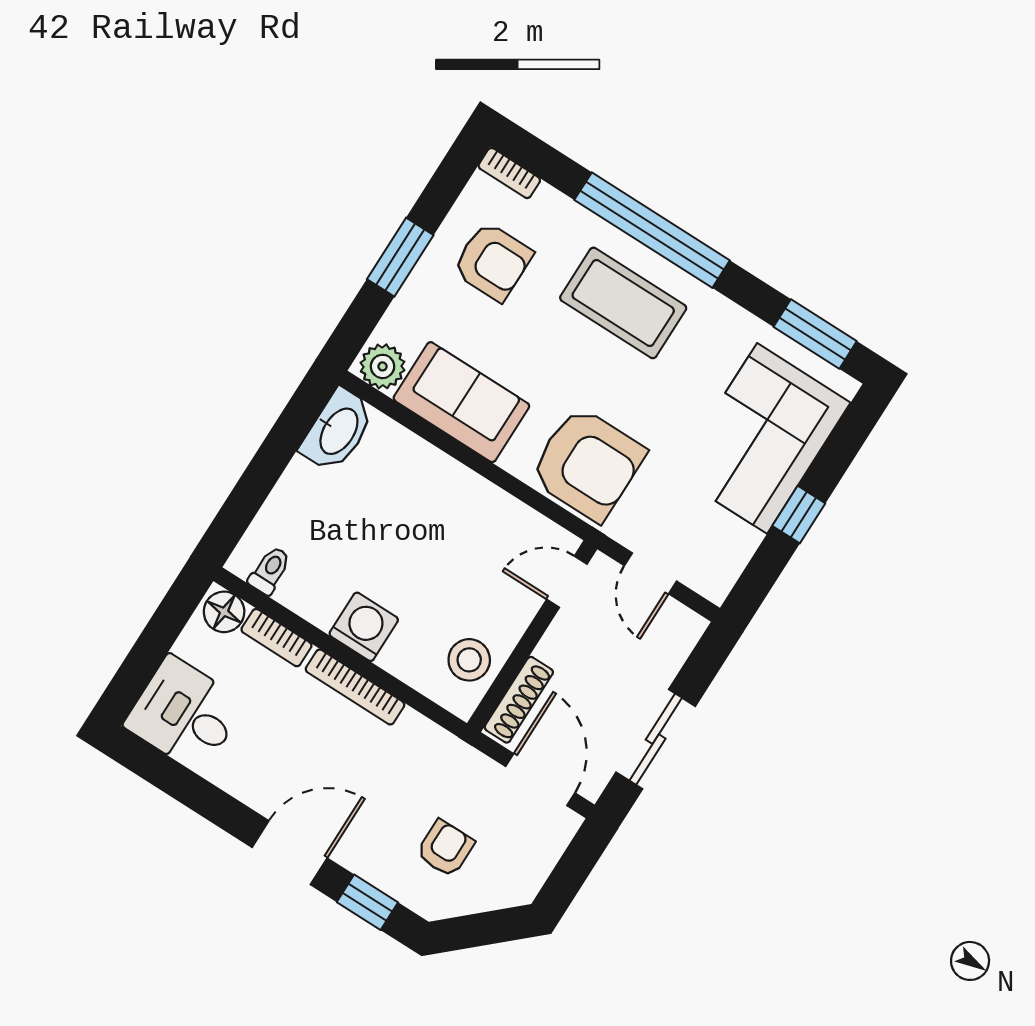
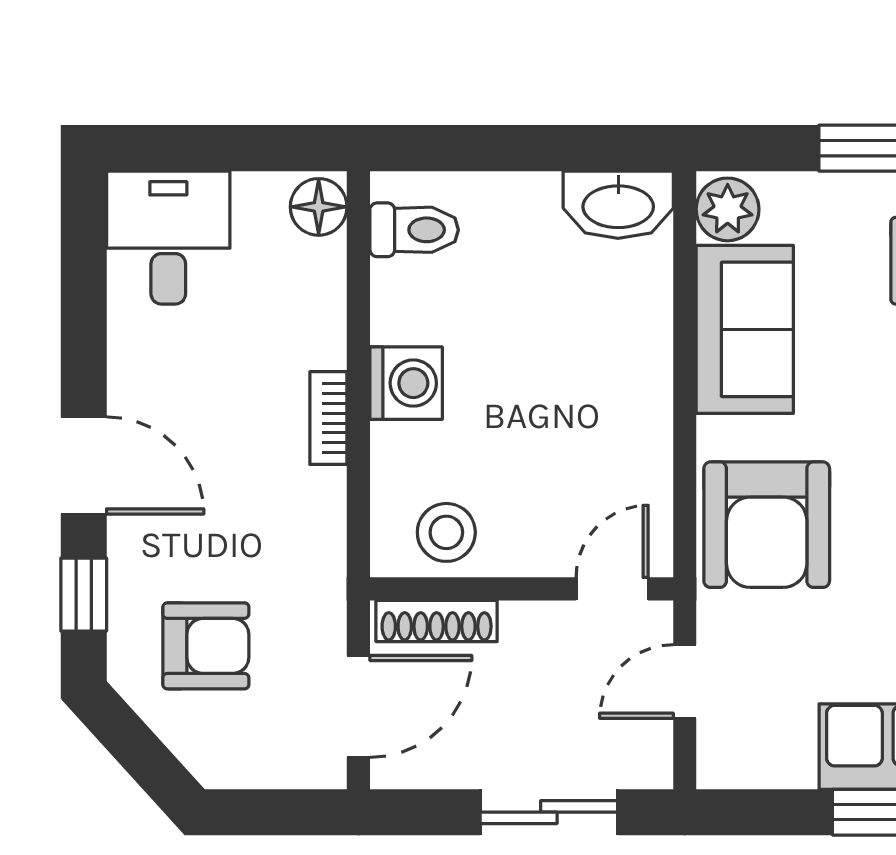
toilet: (270, 571) -> (414, 230), width x1.37, depth x1.39
door: (567, 582) -> (612, 589), hinge flipped
bookcase: (276, 638) -> (328, 288), removed
bookcase: (355, 687) -> (328, 418), width x0.64
sliding door: (656, 739) -> (549, 812), moved
armchair: (445, 848) -> (206, 646), width x1.38, depth x1.38

